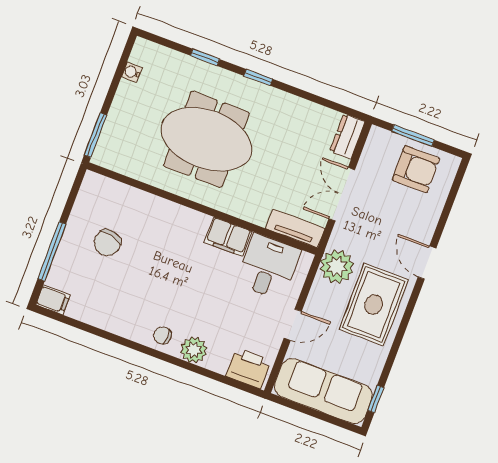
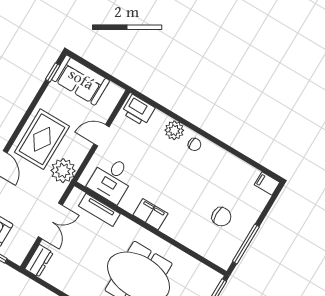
tv unit: (295, 228) -> (99, 210), moved
filing cabinet: (228, 237) -> (150, 214), moved
chair: (107, 243) -> (221, 217), turned 77
window: (52, 251) -> (246, 244), moved
sofa: (323, 391) -> (81, 80), width x0.73

